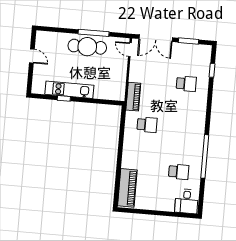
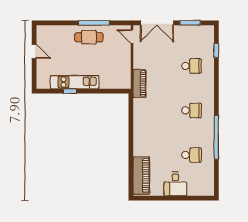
cafe table: (87, 47) -> (89, 37), width x0.73, depth x0.74
school desk: (147, 125) -> (191, 110), moved
desk: (187, 201) -> (175, 184), moved

